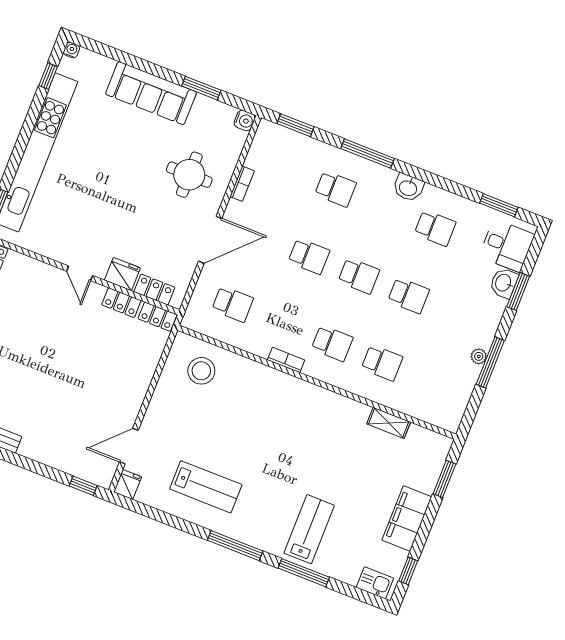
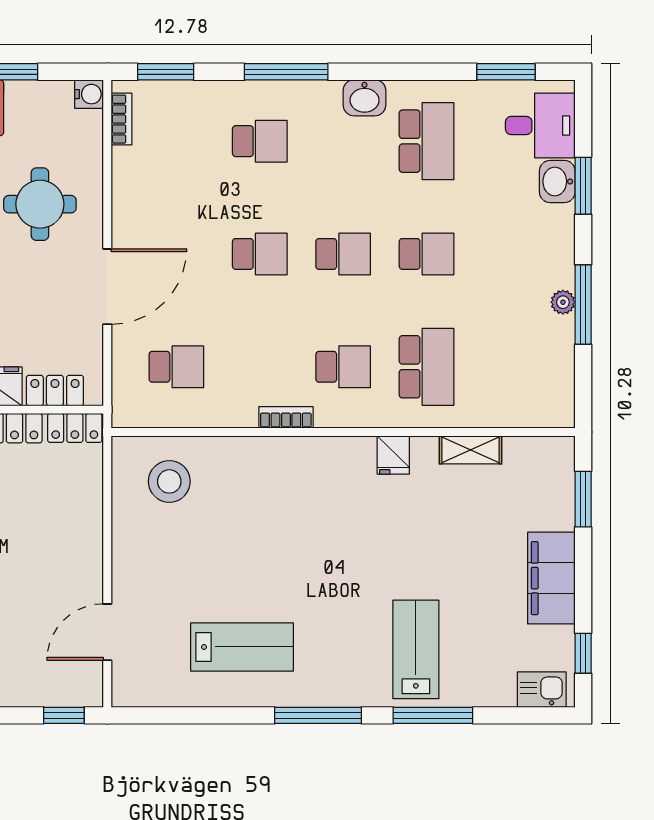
bookcase: (242, 184) -> (122, 119), moved
school desk: (435, 228) -> (427, 141), width x1.85
school desk: (382, 363) -> (427, 367), width x1.85
fridge: (128, 484) -> (393, 455), moved, turned 180

